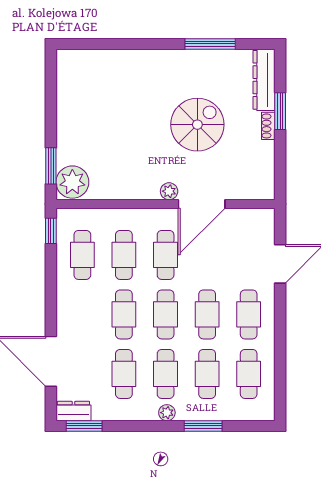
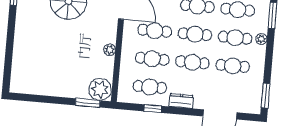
plant: (169, 191) -> (110, 50), moved
window: (51, 231) -> (153, 109), moved
dresser: (73, 411) -> (181, 101), moved, turned 90

